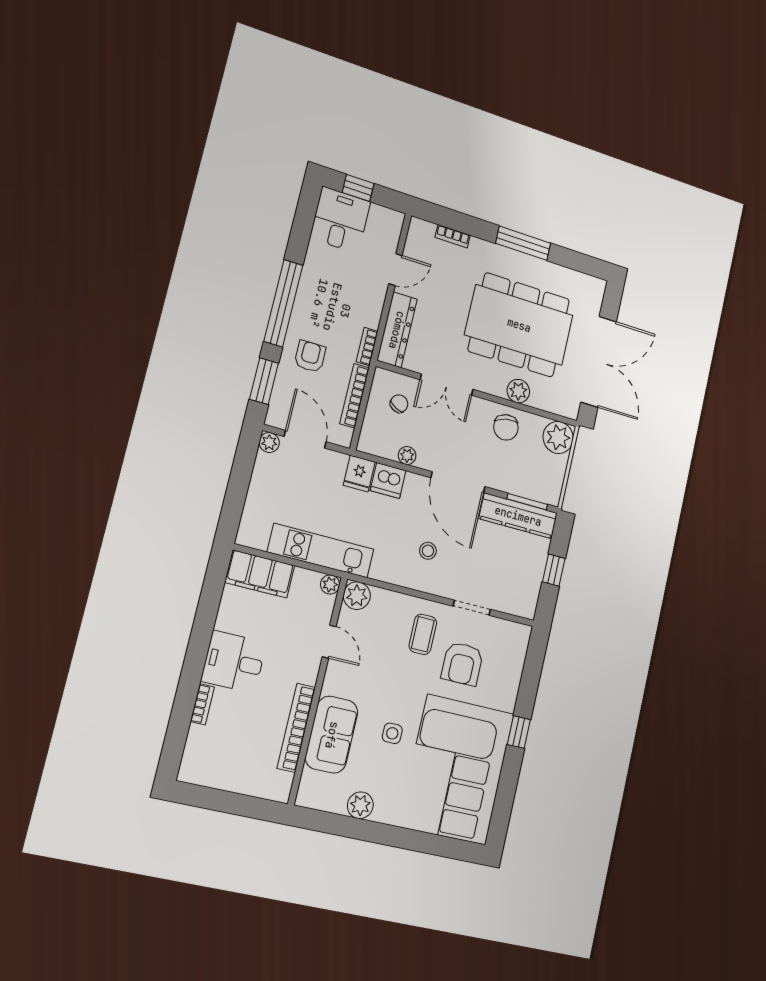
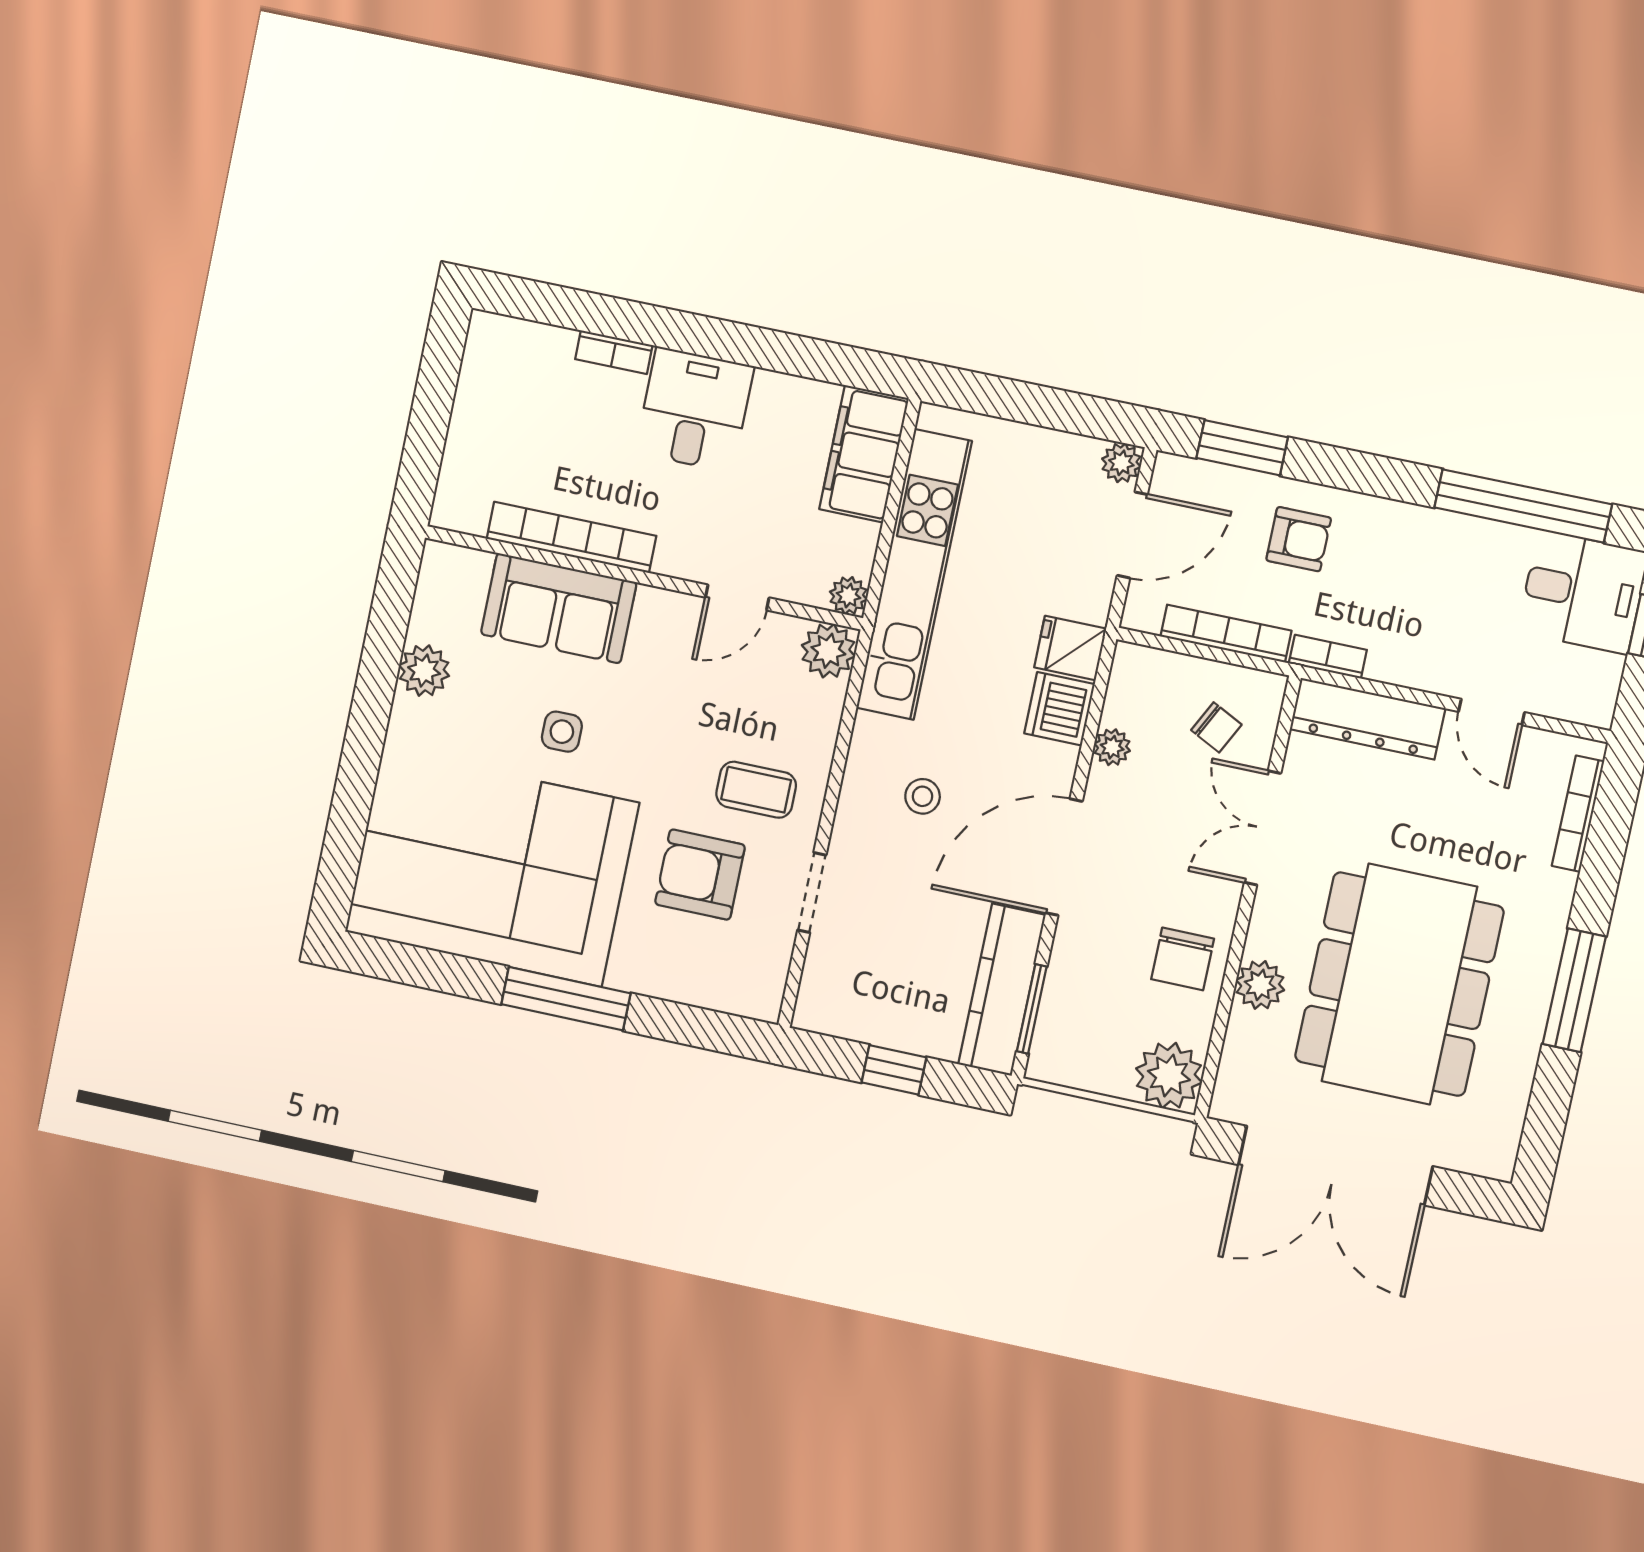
bookcase: (453, 236) -> (1578, 814), width x1.56
window: (283, 303) -> (1523, 506), moved
chair: (506, 427) -> (1183, 959), turned -79
kitchen unit: (321, 551) -> (914, 575), width x1.36
window: (519, 732) -> (566, 999), width x2.17

